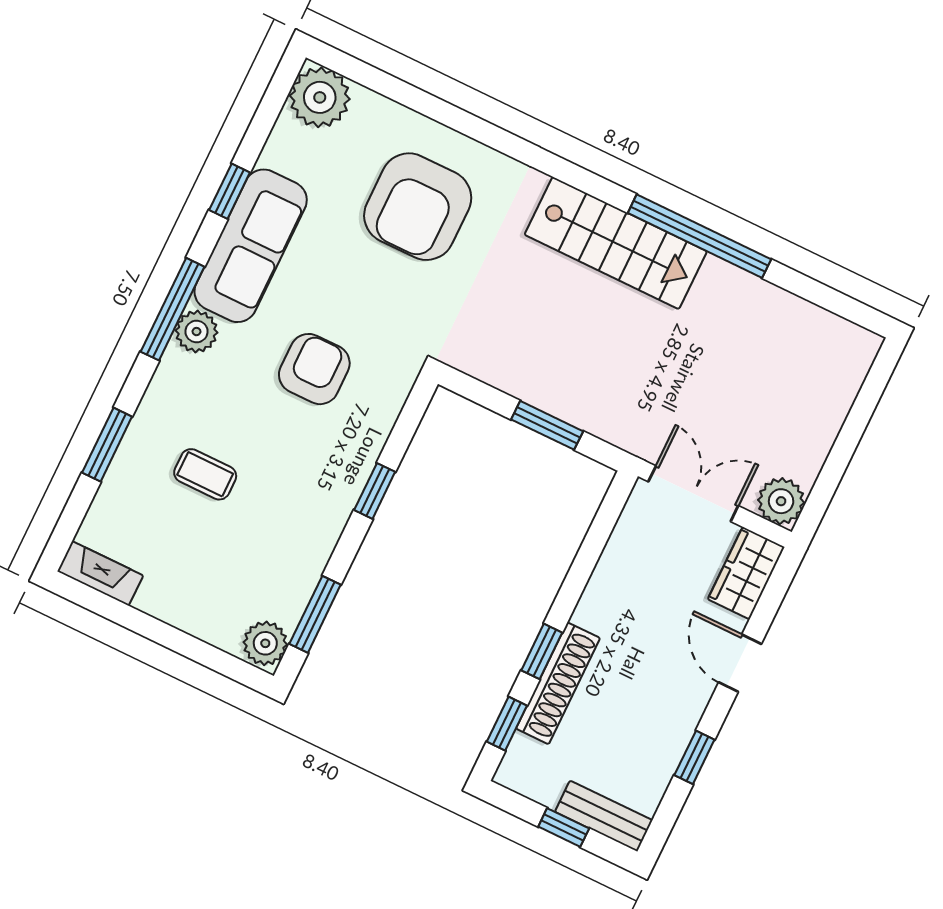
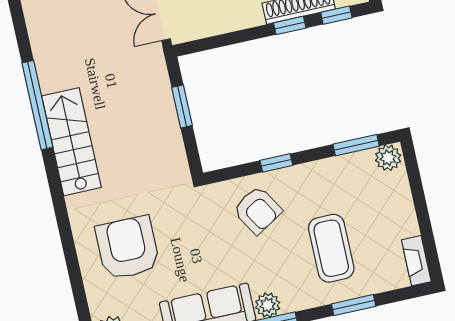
armchair: (418, 207) -> (128, 248), turned -90
armchair: (314, 369) -> (257, 210), moved, turned -121
coffee table: (205, 474) -> (331, 248), width x1.86, depth x1.72

